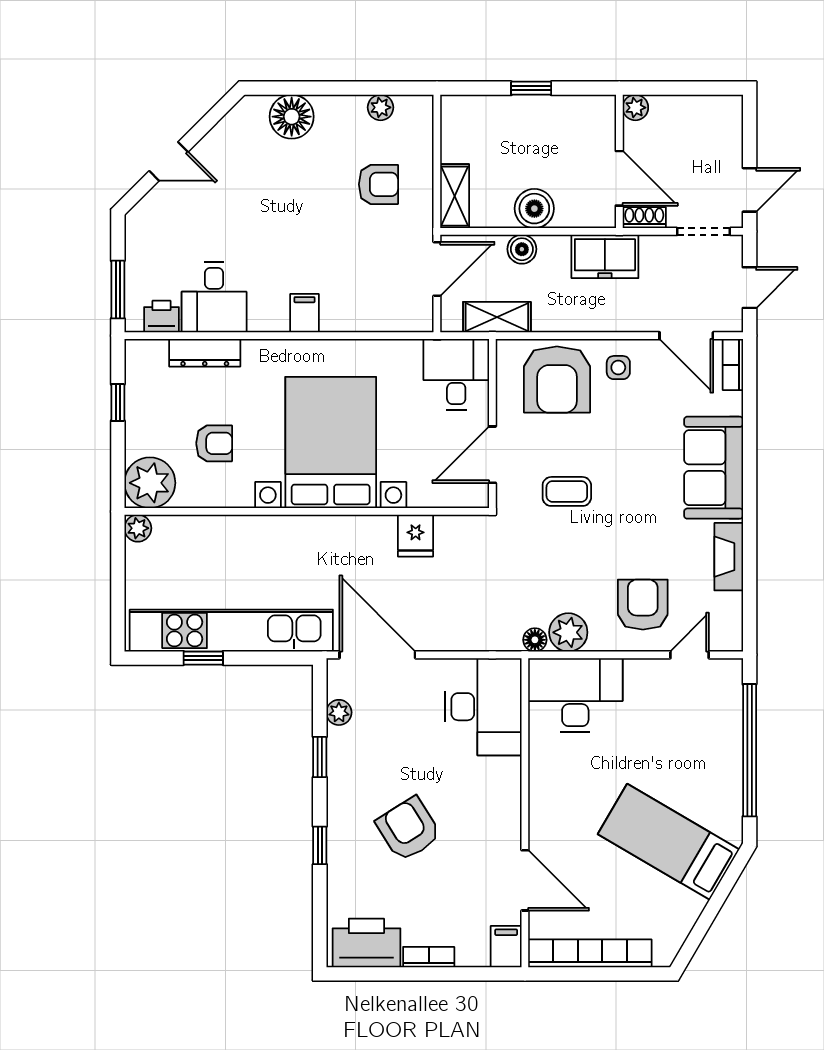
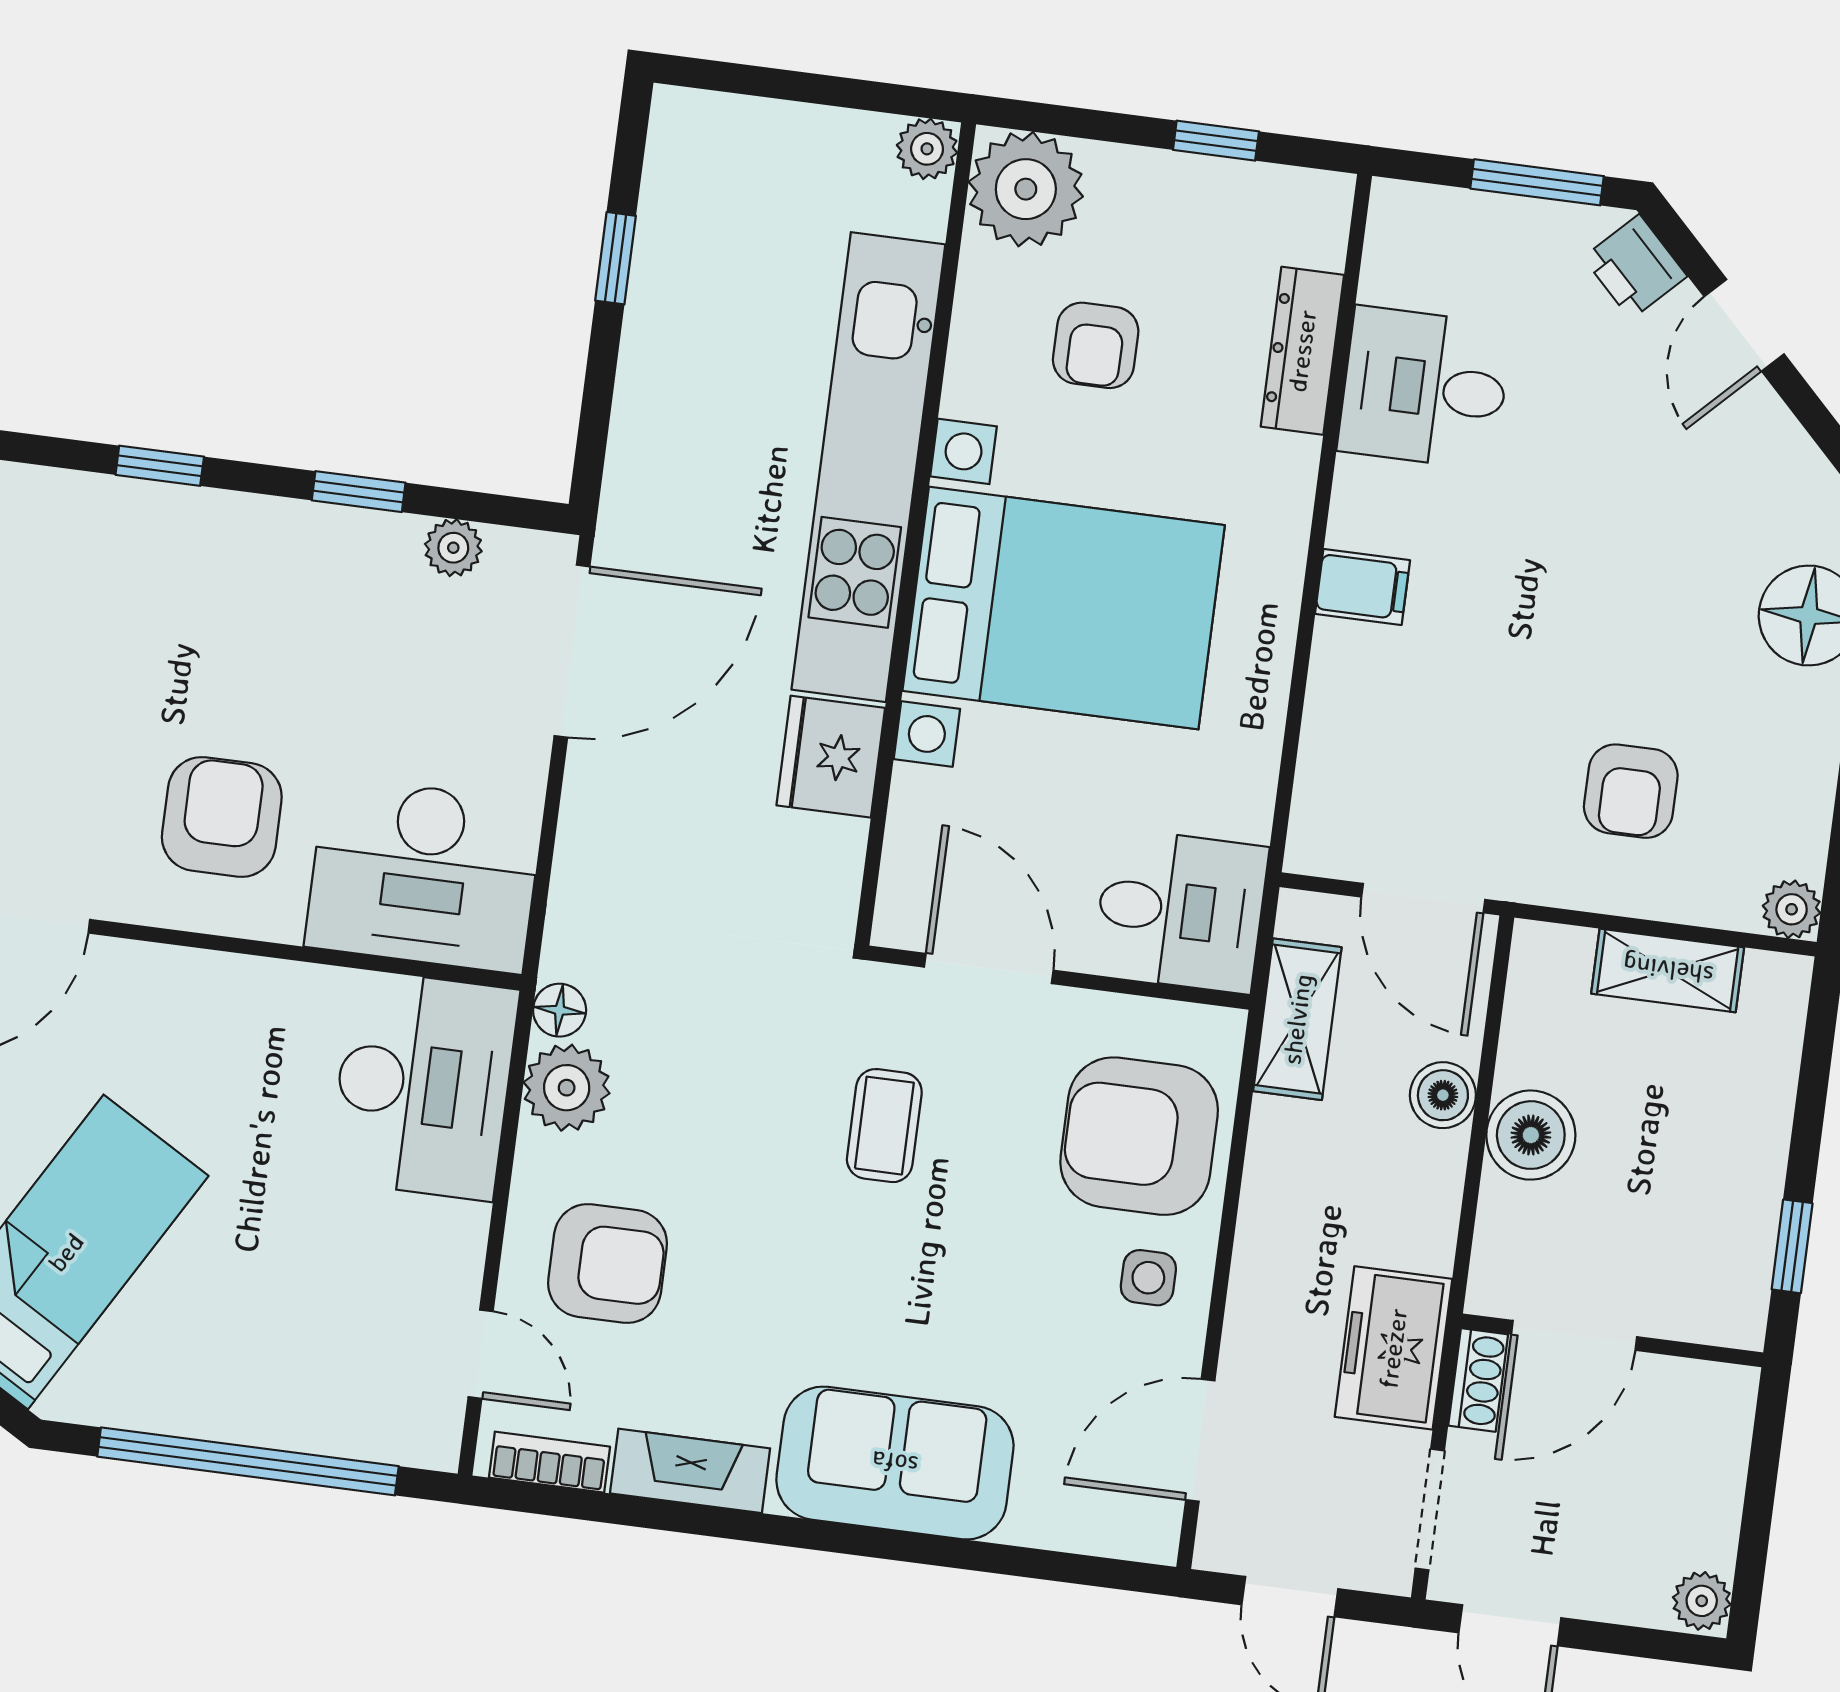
window: (531, 88) -> (1792, 1246), moved
plant: (381, 107) -> (1792, 909), moved
plant: (635, 108) -> (1702, 1601), moved
shelving: (455, 196) -> (1668, 970), moved
freezer: (605, 256) -> (1393, 1348), moved
window: (118, 290) -> (1537, 182), moved
printer: (161, 317) -> (1635, 267), moved, turned 135
bookcase: (733, 365) -> (549, 1462), moved
fridge: (416, 536) -> (831, 757), width x1.38
kitchen unit: (231, 631) -> (868, 467), moved, turned 180
armchair: (408, 829) -> (222, 817), moved, turned -58

